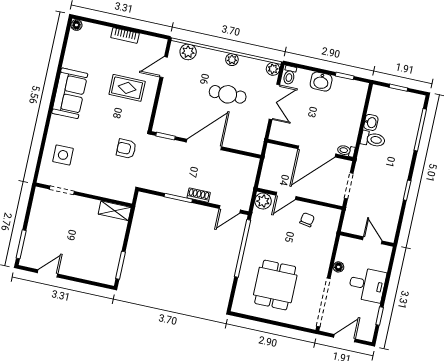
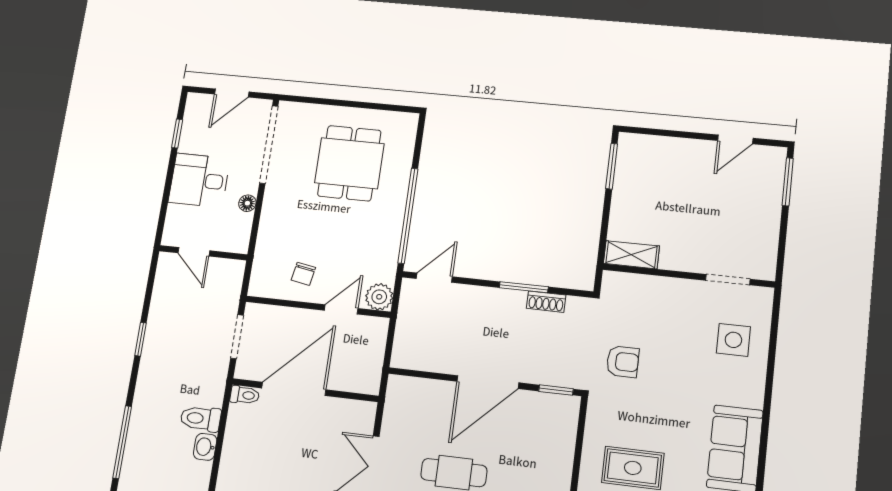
shoe rack: (199, 195) -> (546, 302), moved

